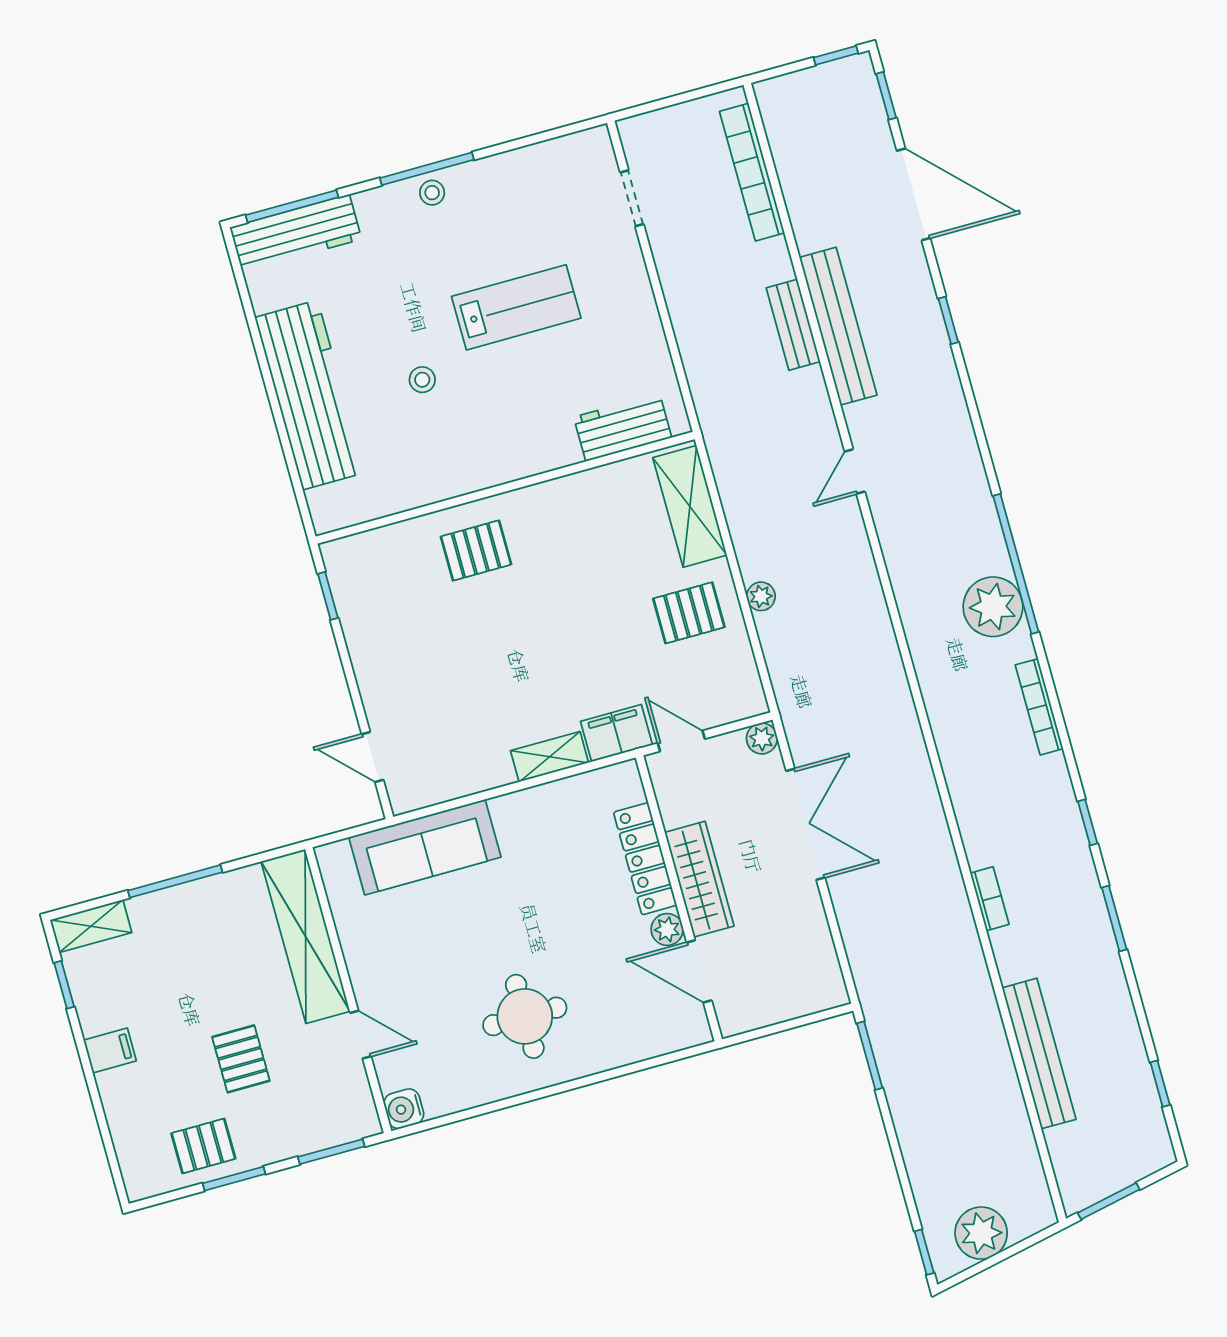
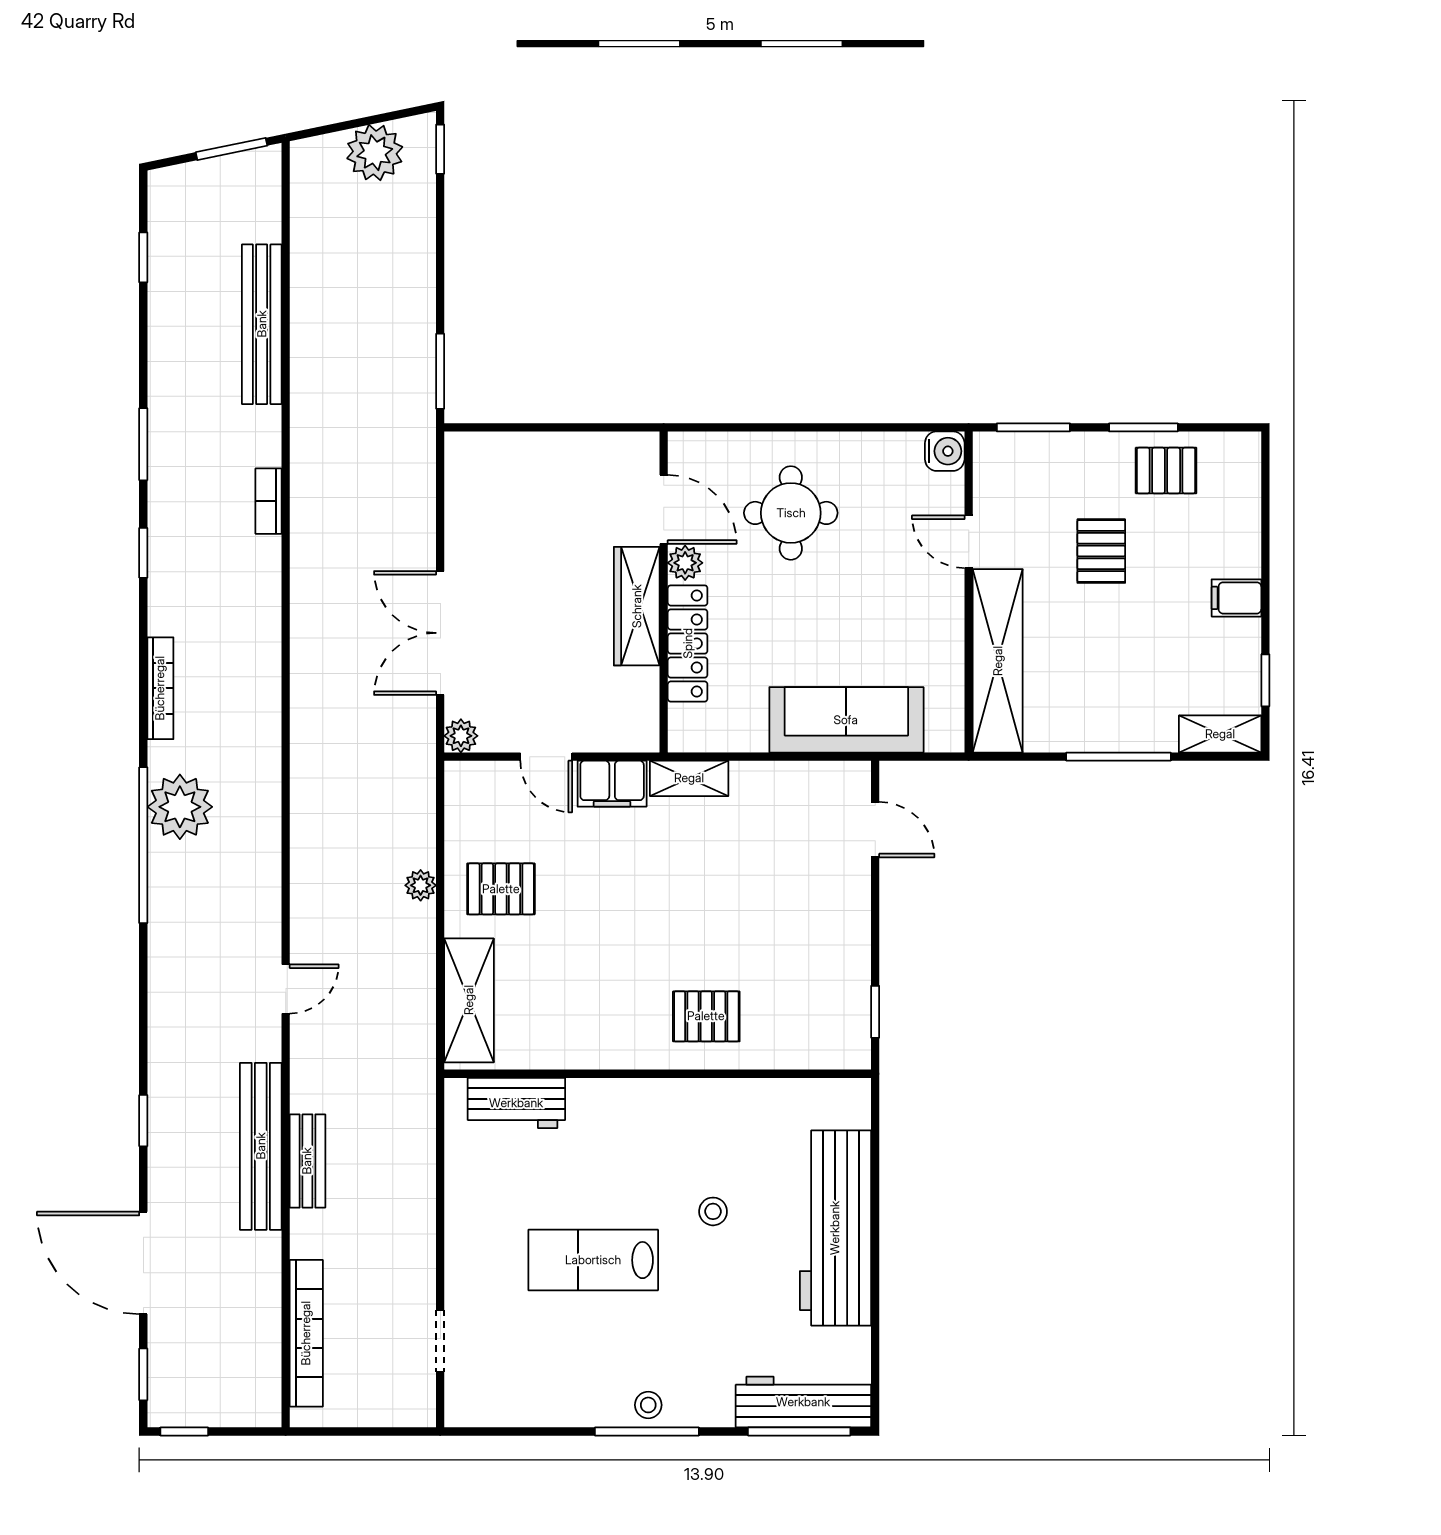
locker: (645, 859) -> (688, 643), moved
wardrobe: (699, 879) -> (637, 606), moved
wall: (679, 898) -> (664, 592), moved
plant: (667, 929) -> (685, 563), moved
door: (699, 971) -> (664, 509), moved

